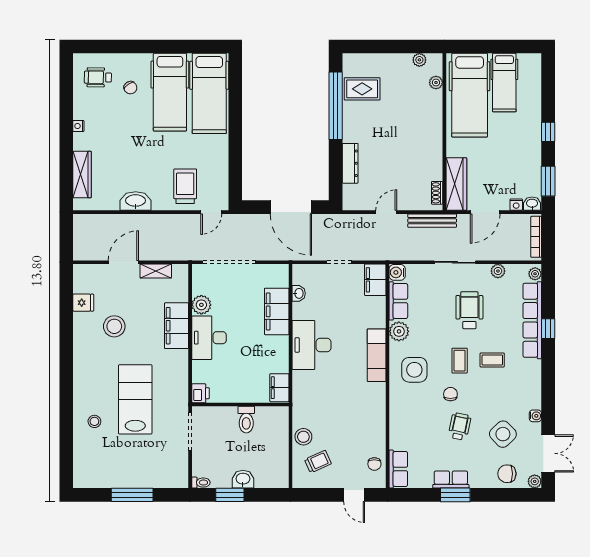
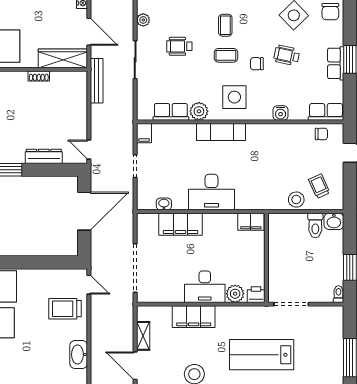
shoe rack: (437, 193) -> (39, 76), moved
door: (386, 212) -> (89, 150), moved
water cooler: (397, 272) -> (281, 113), moved
filing cabinet: (375, 280) -> (144, 133), width x0.50
plant: (201, 305) -> (235, 294), moved
wheelchair: (469, 310) -> (179, 46), width x0.73, depth x0.73
toilet: (246, 420) -> (315, 225), moved, turned 90
washbasin: (243, 479) -> (334, 221), moved, turned -90

